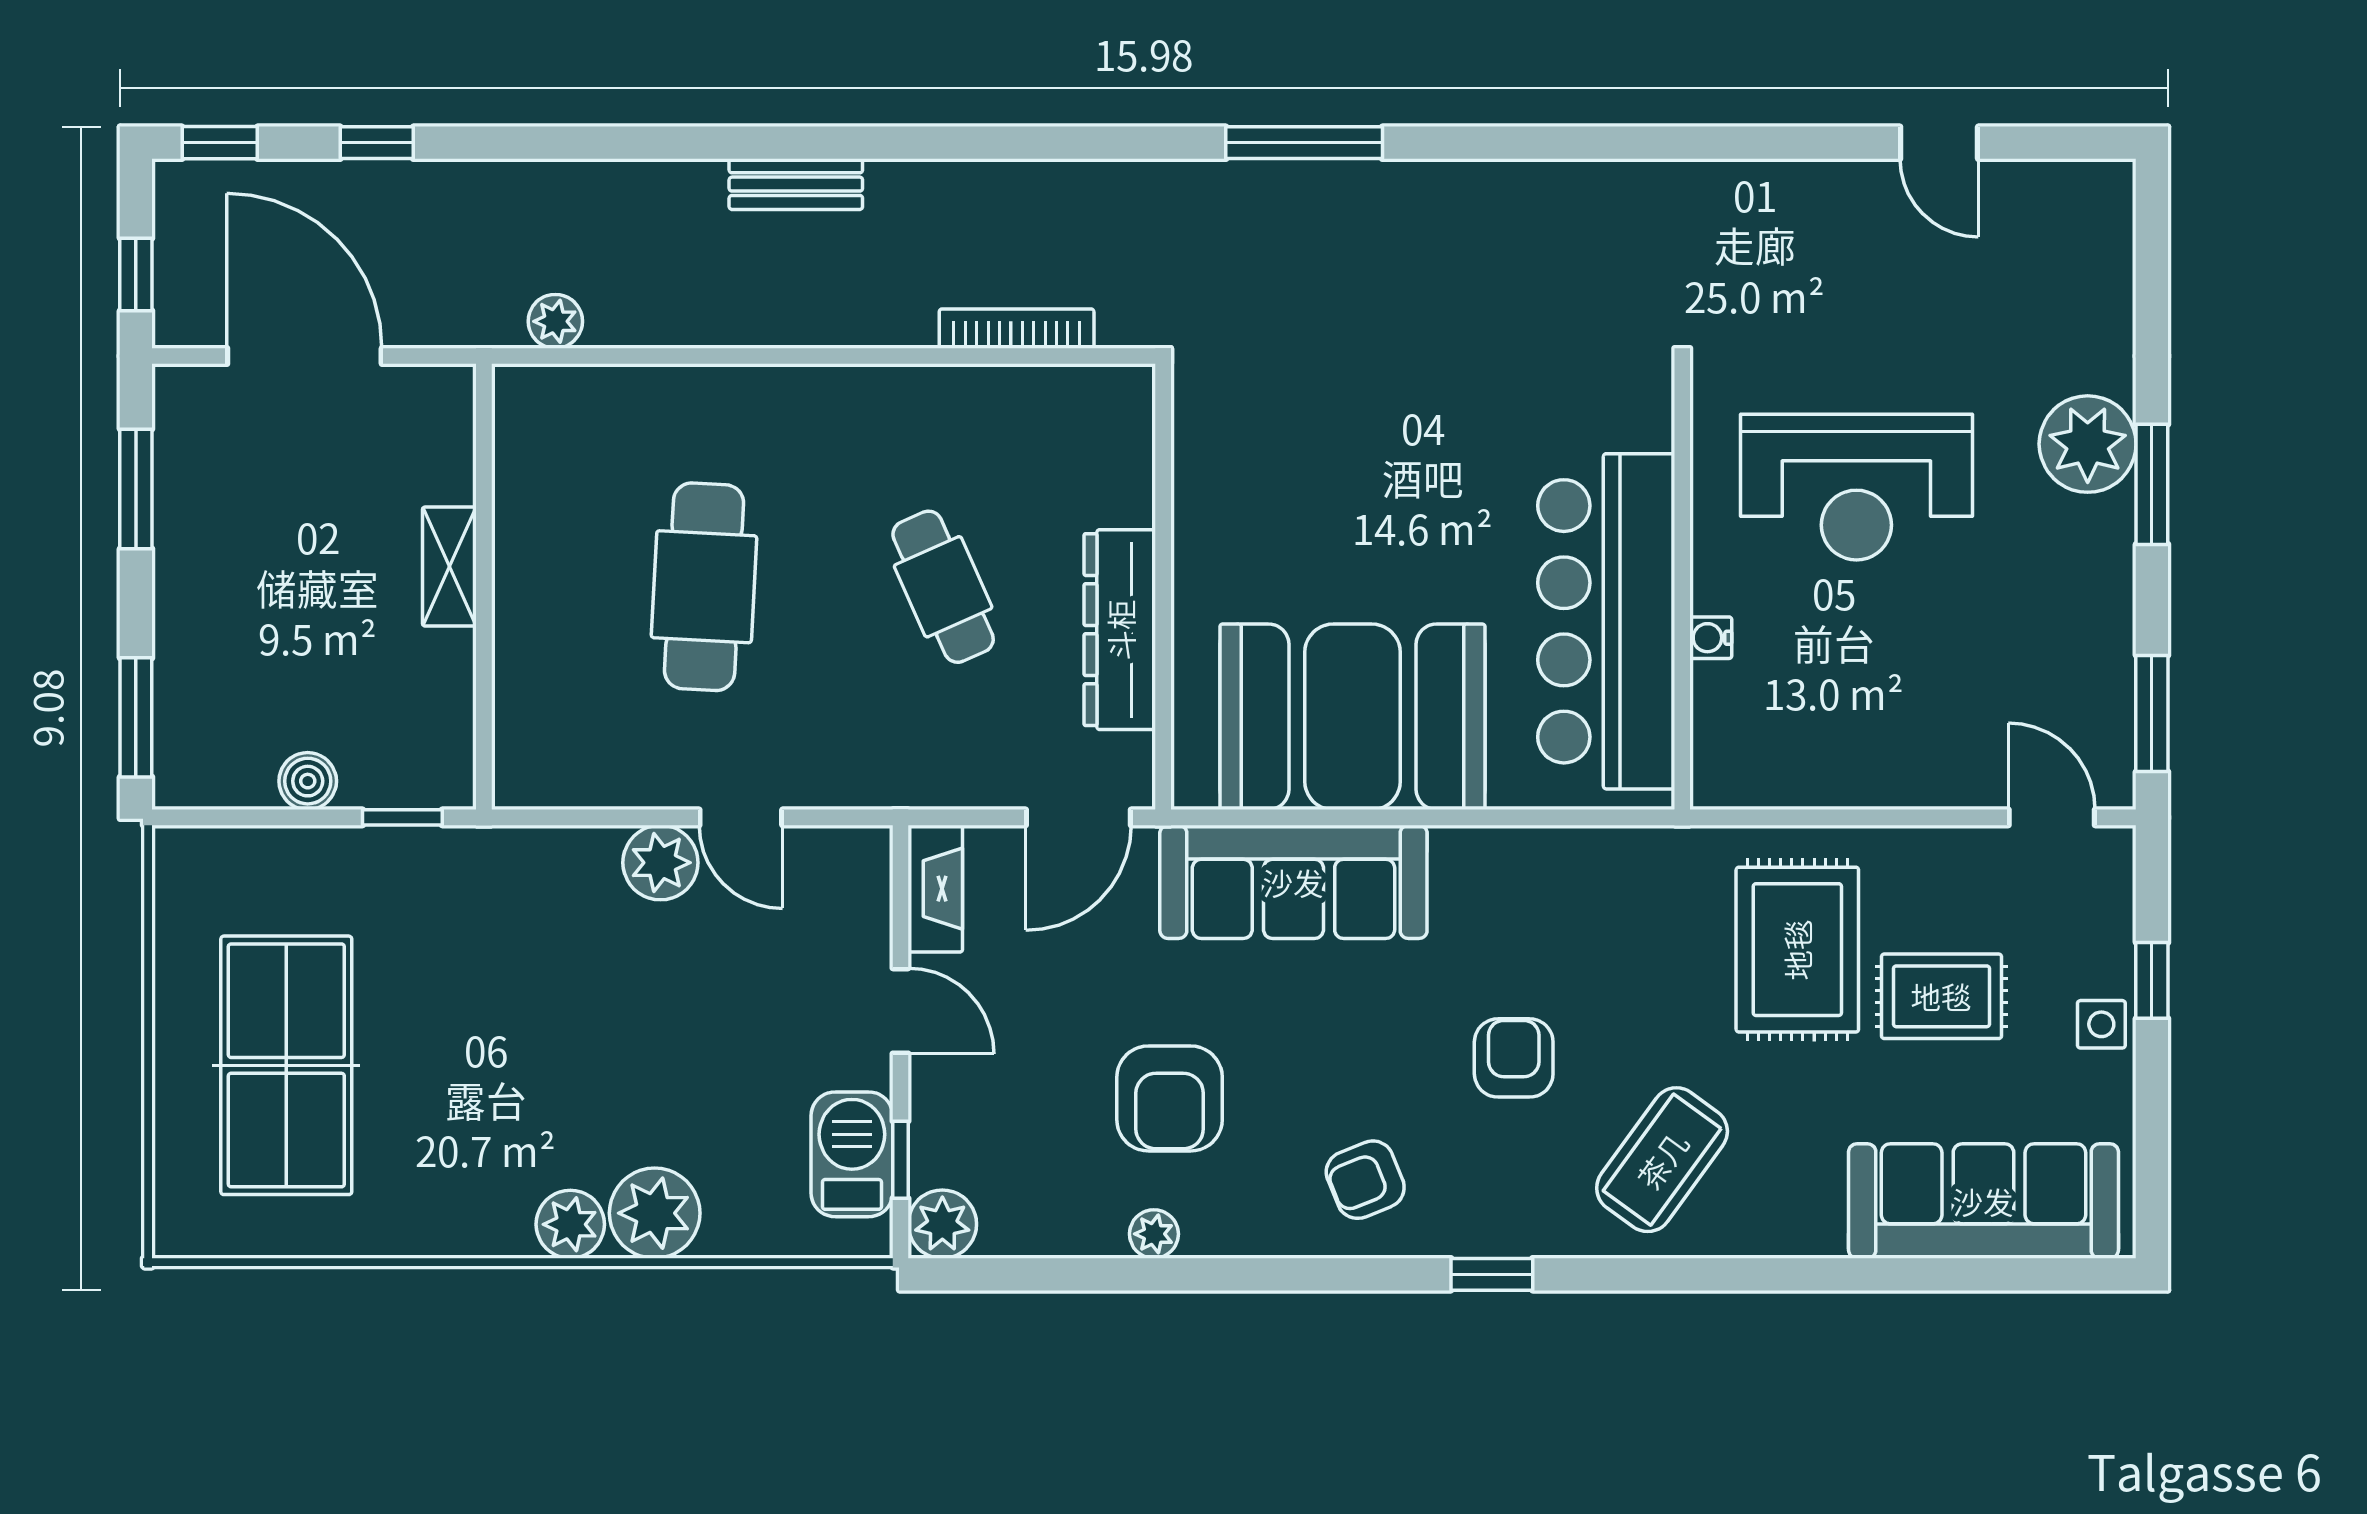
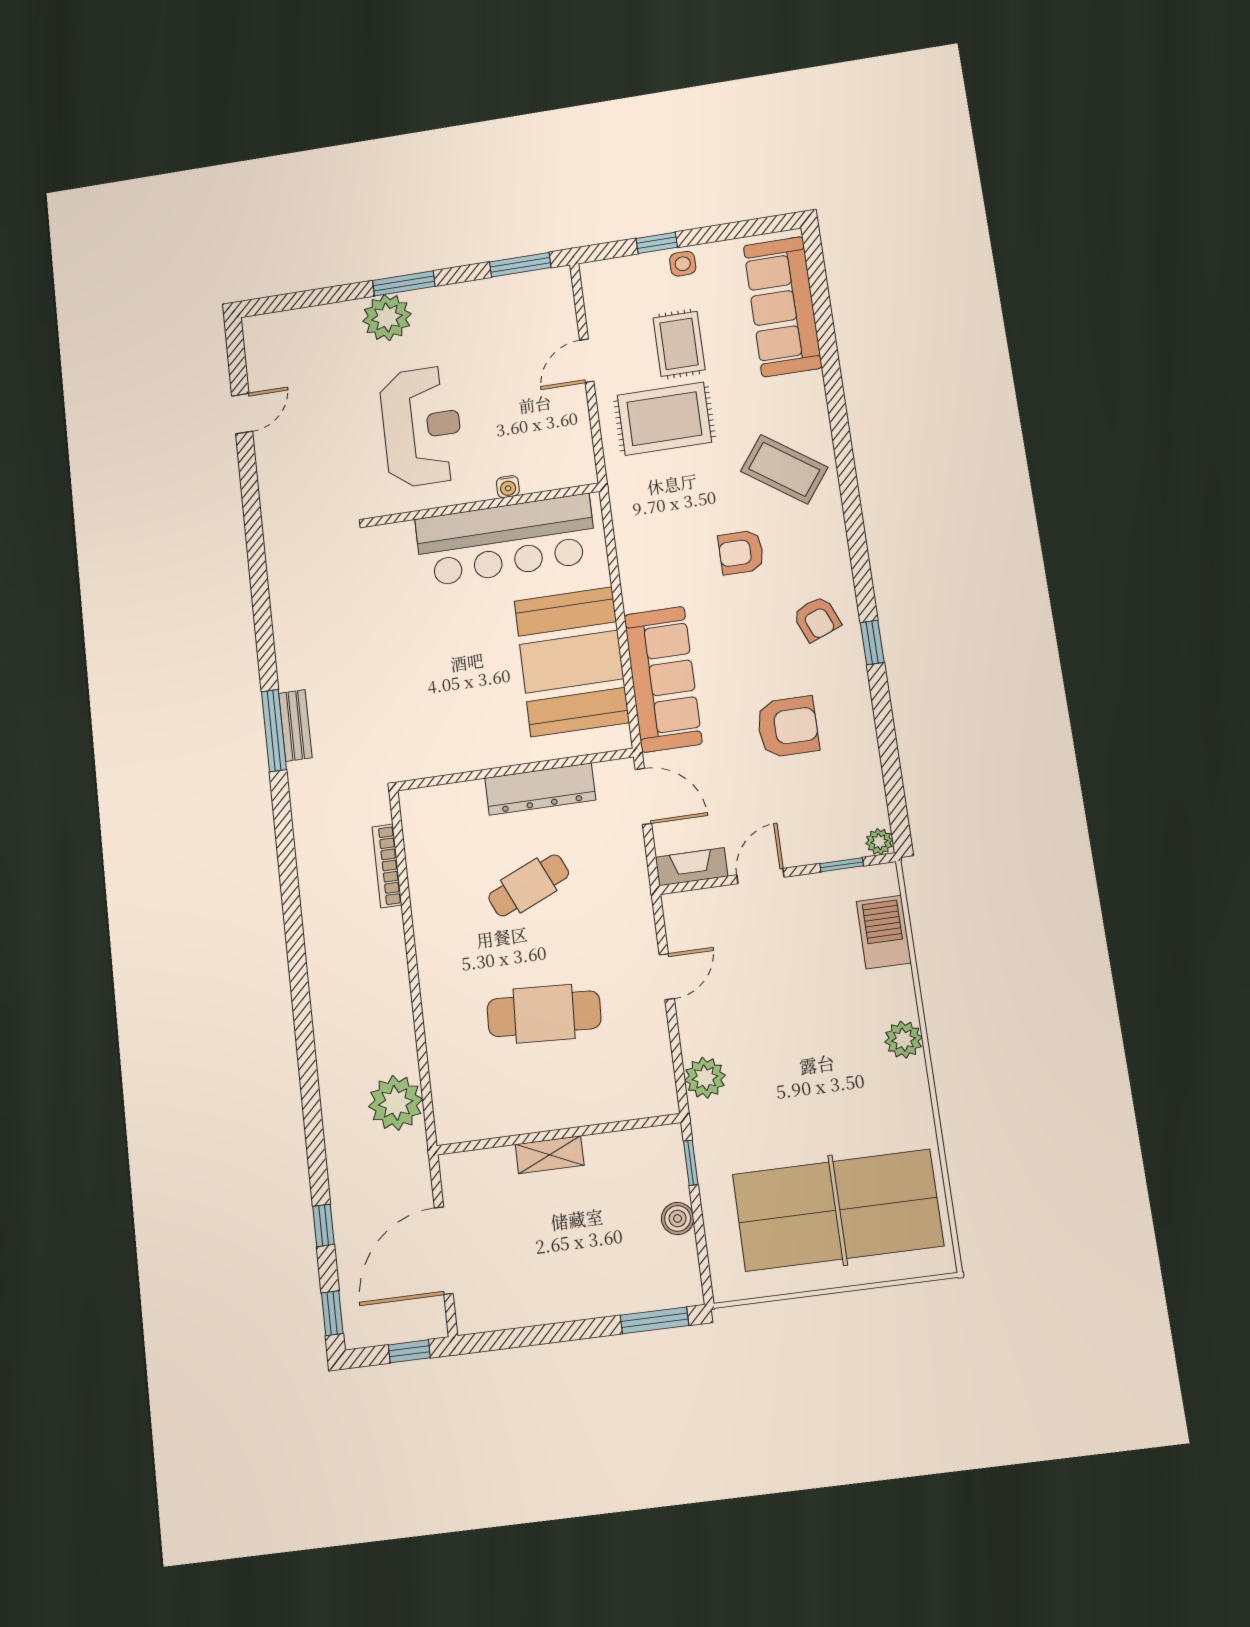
bench: (796, 184) -> (295, 725), moved
plant: (555, 321) -> (396, 1103), width x1.88, depth x1.88
window: (136, 489) -> (528, 1336), removed
door: (2052, 817) -> (587, 361), moved
plant: (660, 863) -> (705, 1078), moved
table tennis table: (286, 1065) -> (838, 1210), width x1.36, depth x1.32
barbecue: (852, 1154) -> (884, 932), moved, turned 90
plant: (655, 1213) -> (890, 994), removed
plant: (942, 1224) -> (879, 842), width x0.73, depth x0.73
plant: (1154, 1234) -> (862, 724), removed
window: (1492, 1274) -> (872, 642), moved

